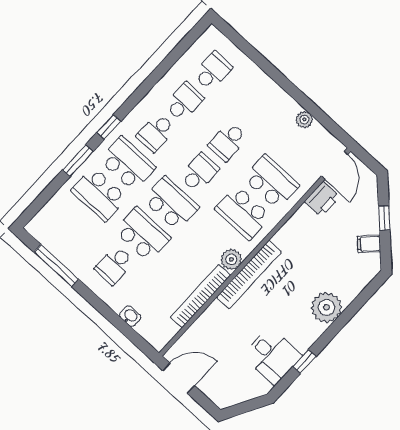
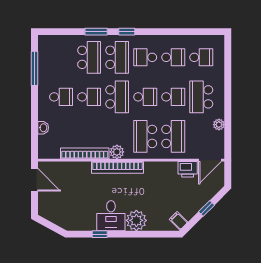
school desk: (256, 111) -> (201, 97), added
school desk: (228, 142) -> (173, 97), turned 180
school desk: (99, 194) -> (89, 57), turned 180
school desk: (143, 234) -> (89, 97), width x0.54
filing cabinet: (369, 244) -> (179, 221), moved
school desk: (114, 265) -> (61, 97), turned 180
desk: (272, 356) -> (111, 216), moved

